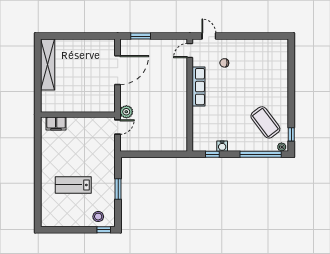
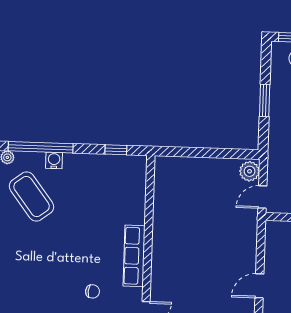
door: (118, 70) -> (259, 286), width x0.53
plant: (126, 112) -> (250, 171), moved
water cooler: (222, 146) -> (54, 160), moved

